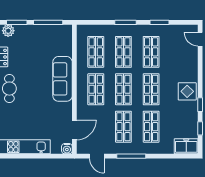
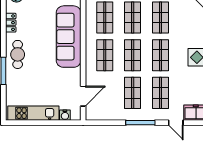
sofa: (63, 79) -> (69, 37), width x1.36, depth x1.27
water cooler: (67, 149) -> (65, 115), moved
door: (97, 156) -> (176, 123), moved

